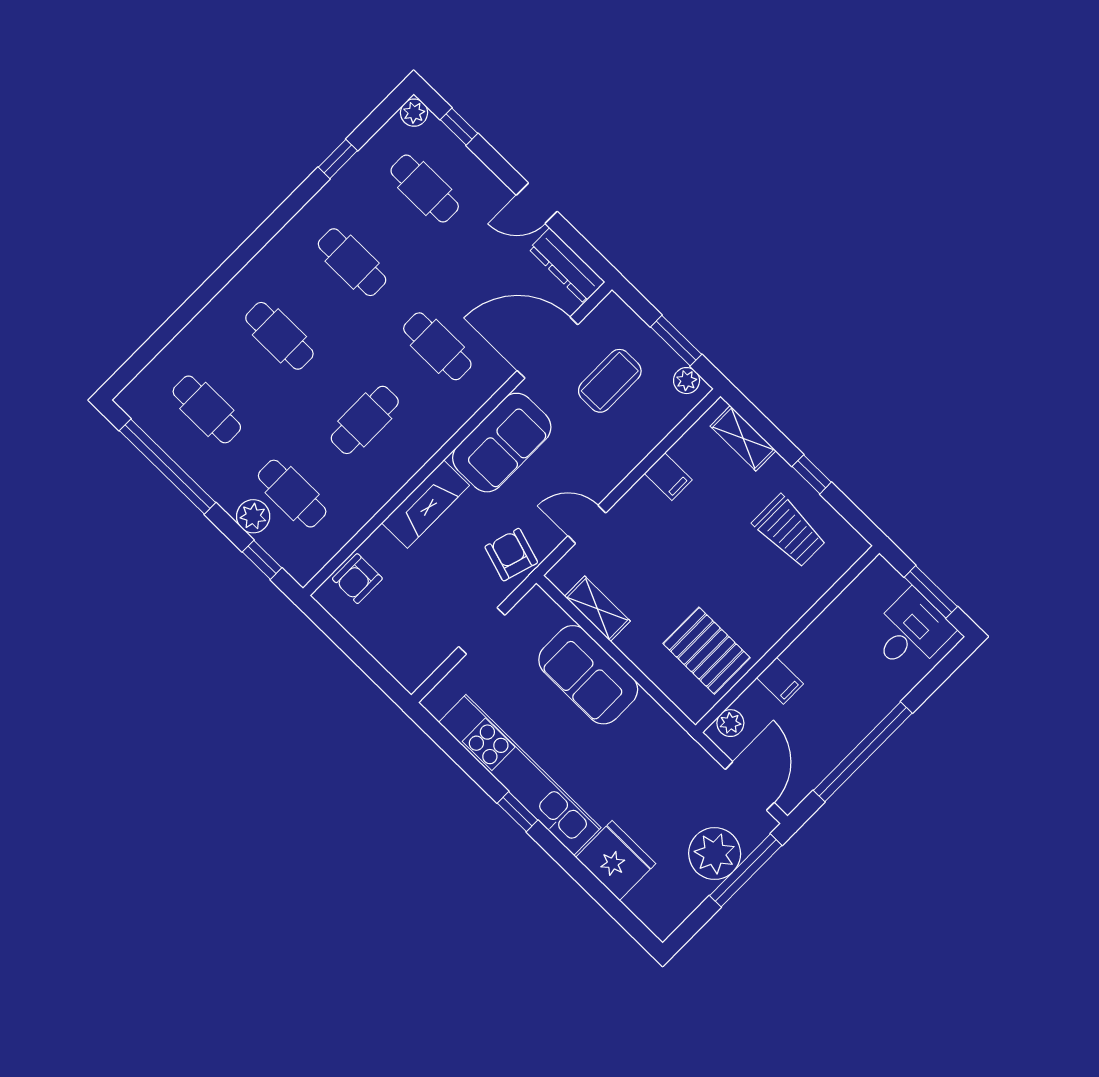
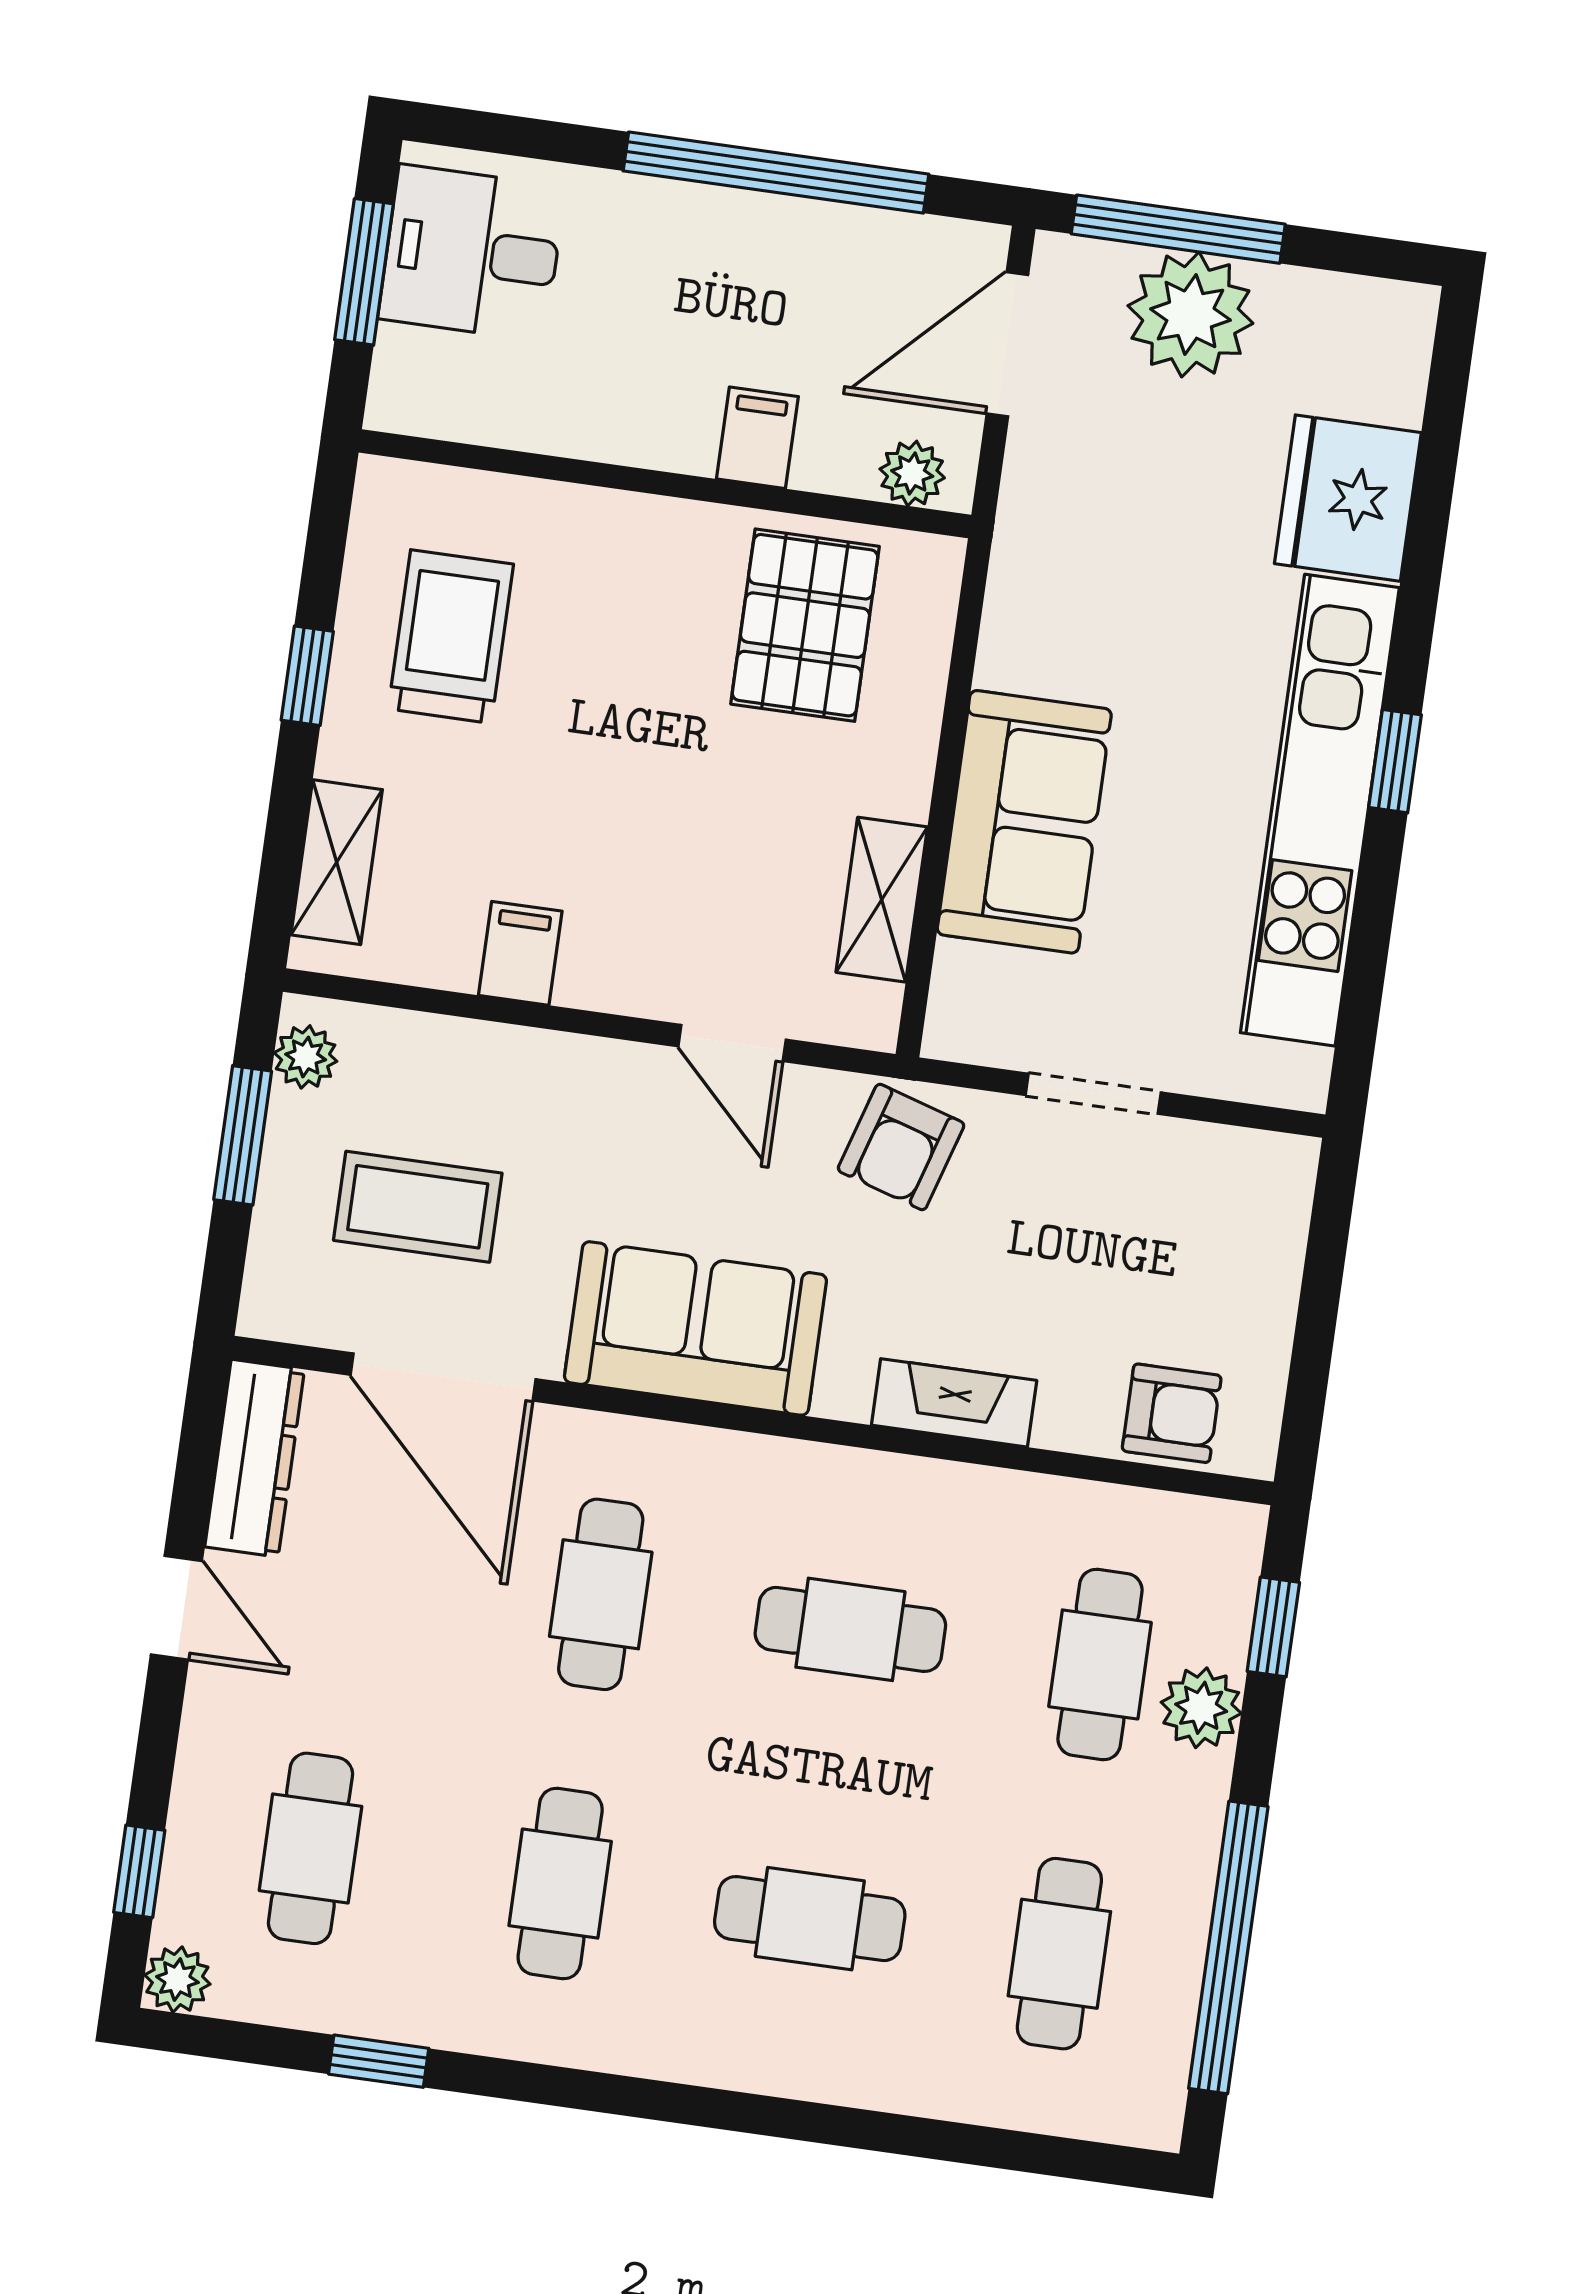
cafe table: (279, 336) -> (810, 1919), turned 90
fireplace: (426, 504) -> (954, 1403), width x0.73, depth x0.76

